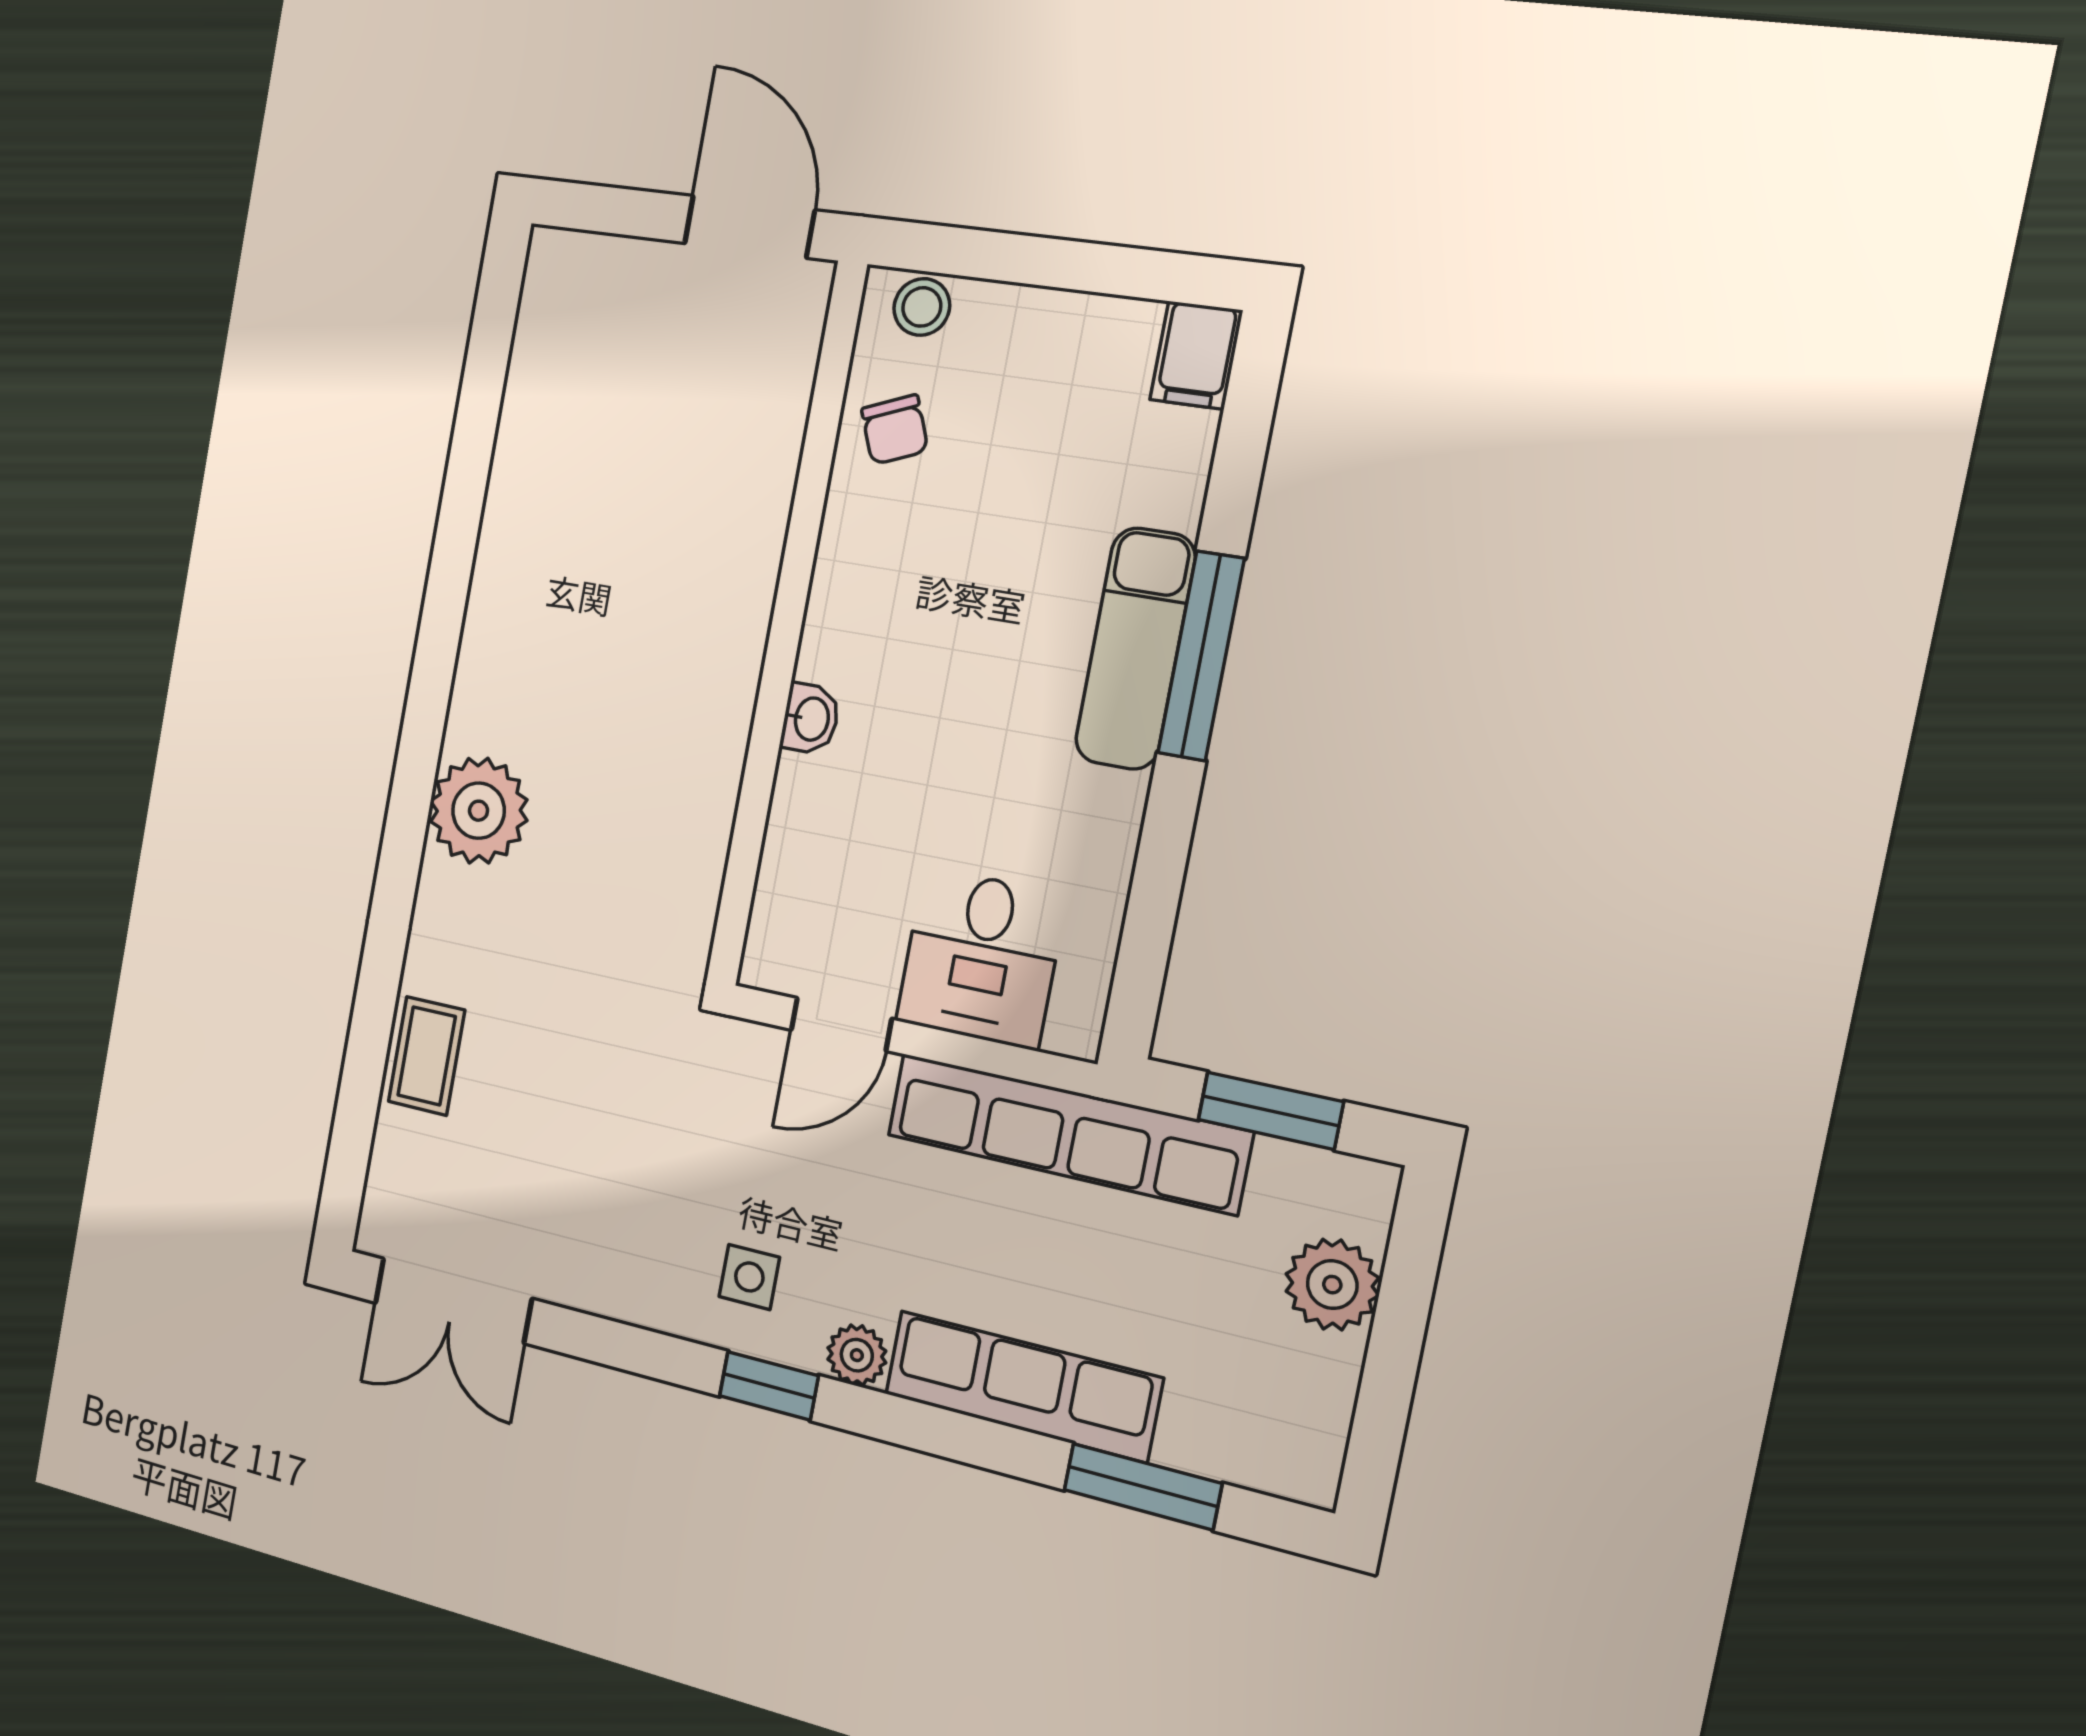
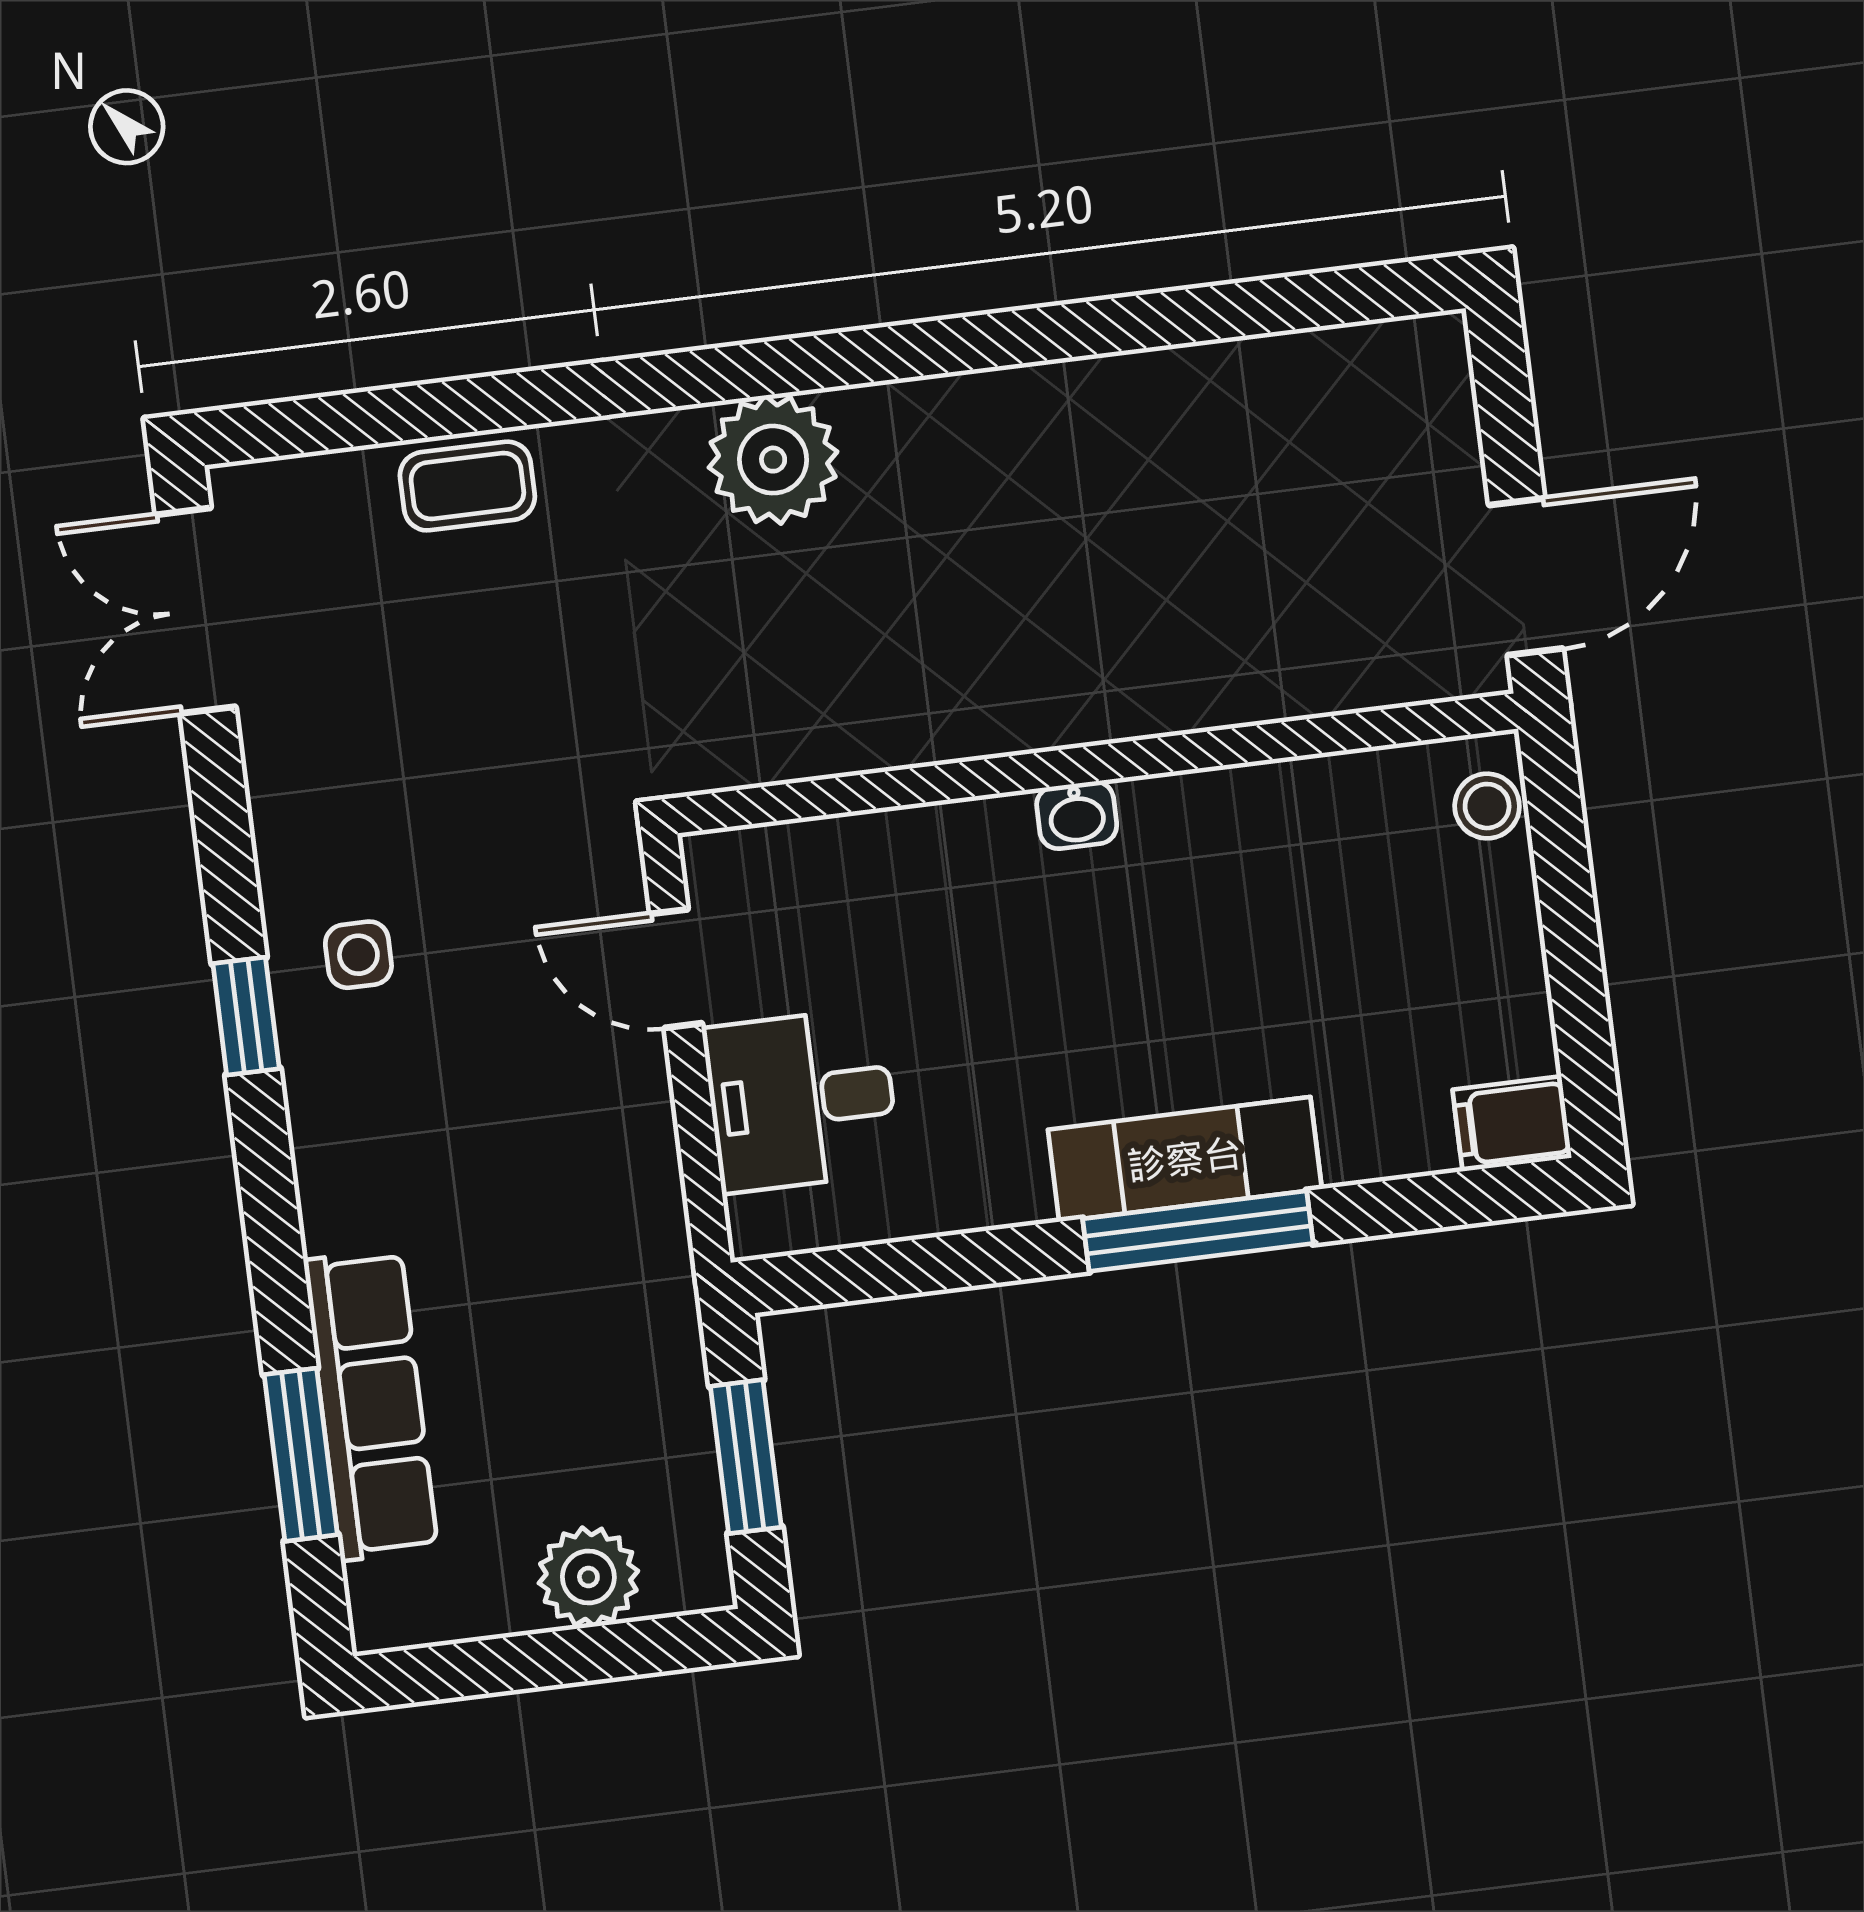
chair: (895, 430) -> (1346, 818), removed
washbasin: (810, 719) -> (1077, 815), moved
row of seats: (1067, 1133) -> (646, 1254), removed
plant: (857, 1355) -> (319, 1104), removed
row of seats: (1023, 1386) -> (371, 1405), moved

